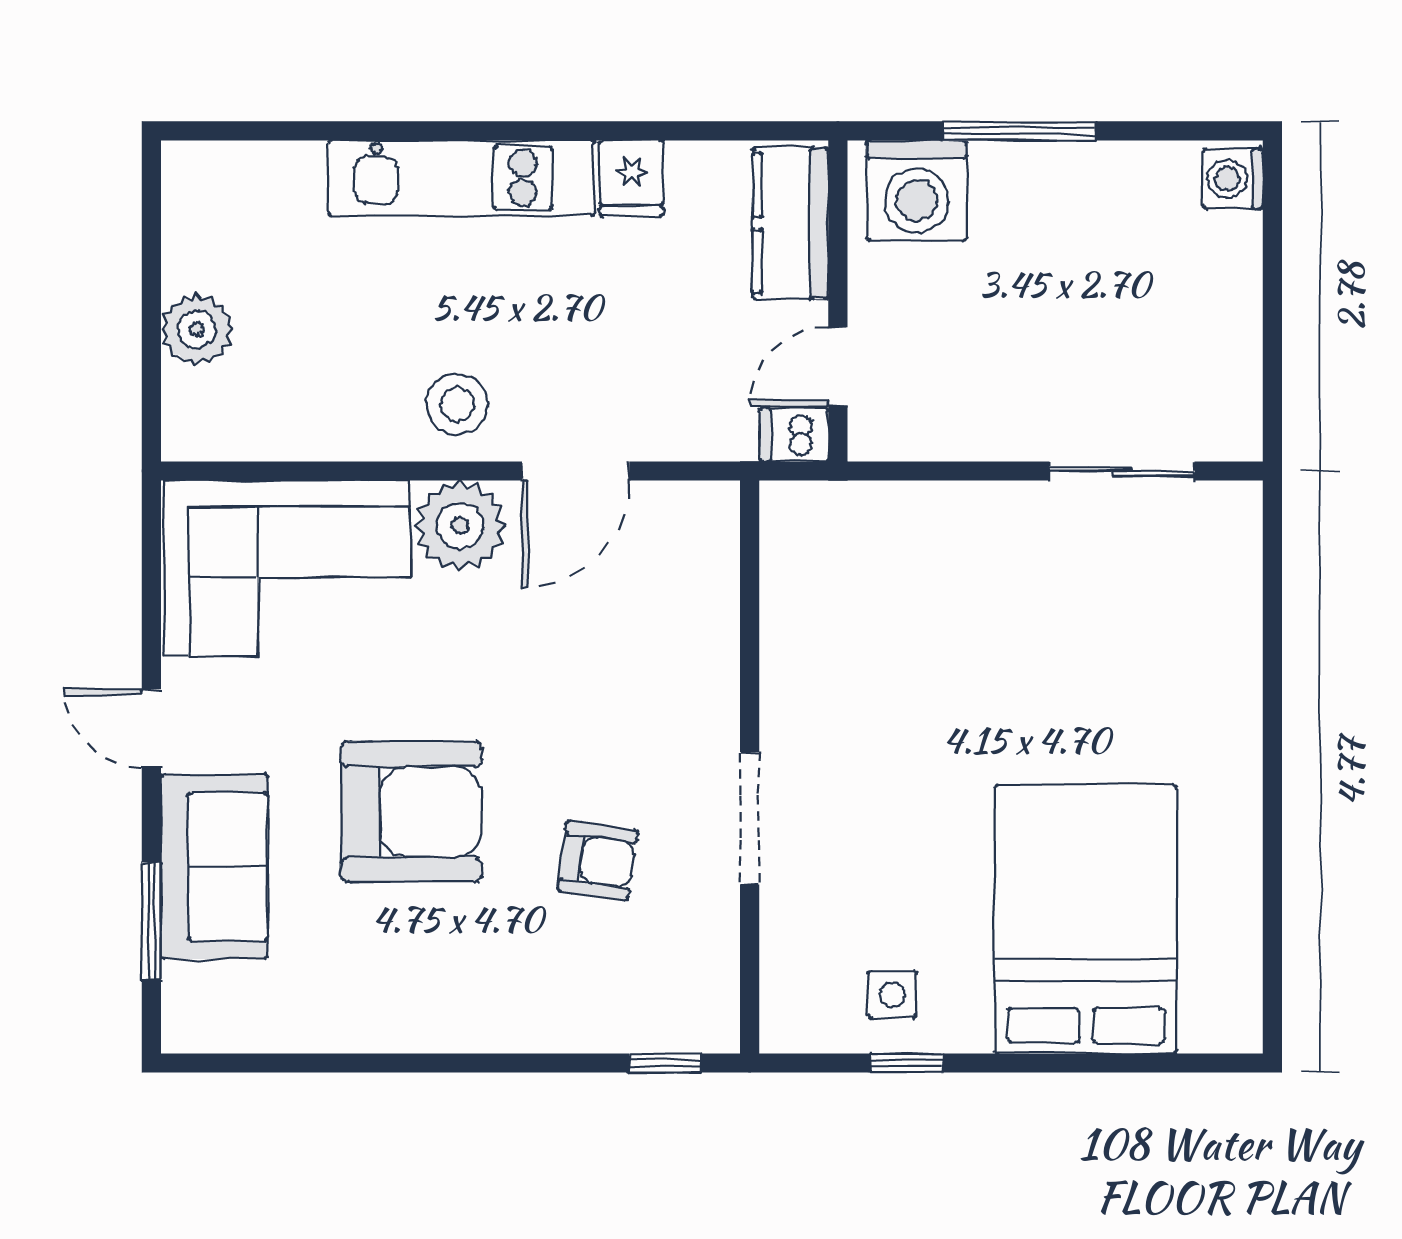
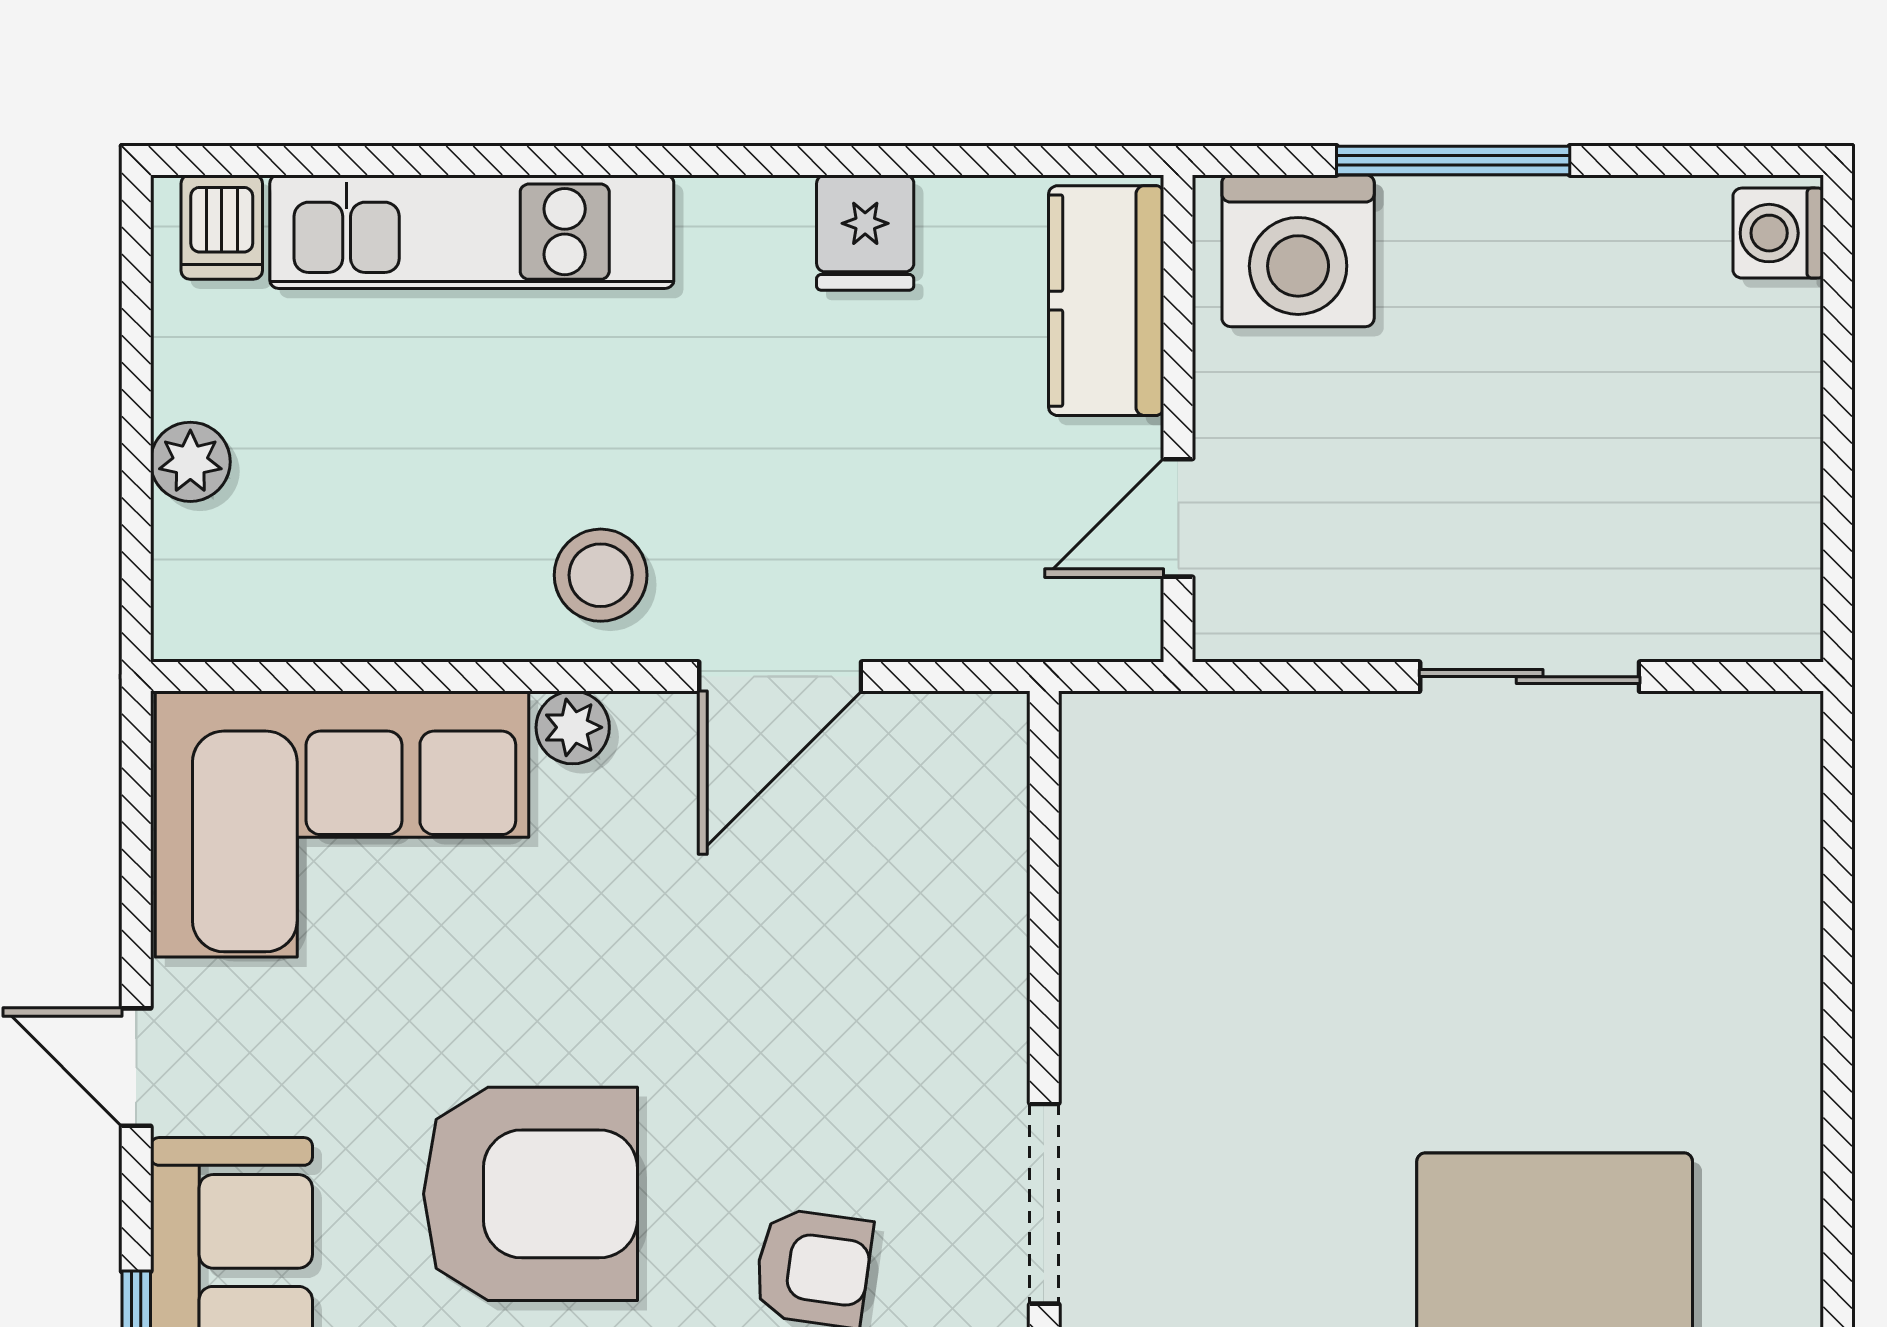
kitchen unit: (462, 178) -> (472, 232), moved
plant: (197, 329) -> (190, 462), width x0.73, depth x0.73
dishwasher: (794, 435) -> (222, 227), moved, turned -90
sliding door: (1122, 471) -> (1530, 677), moved
plant: (460, 526) -> (573, 727), width x0.53, depth x0.53

